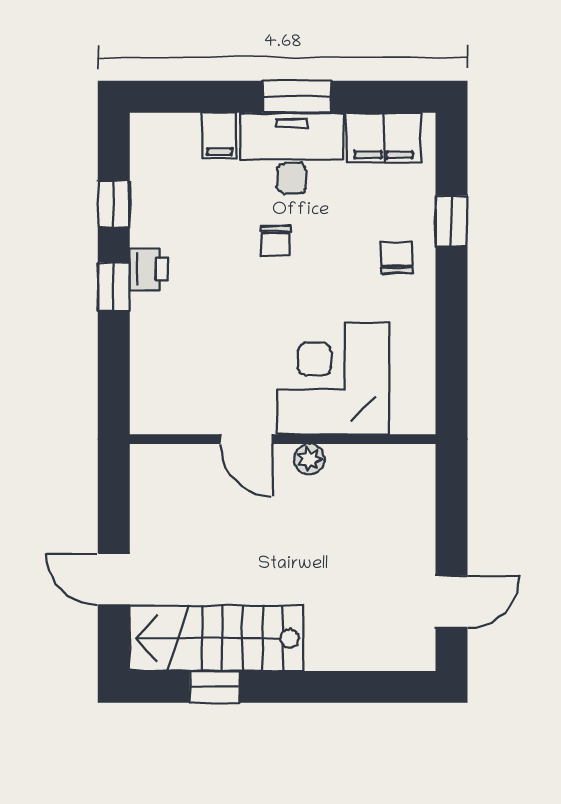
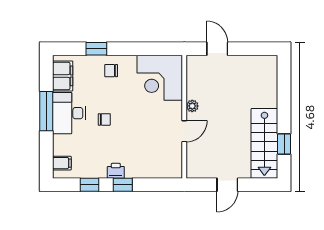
window: (297, 97) -> (46, 111), width x1.44
filing cabinet: (219, 135) -> (62, 163), moved
corner desk: (334, 378) -> (160, 78), moved
door: (114, 579) -> (227, 185), moved
door: (451, 602) -> (217, 49), moved

